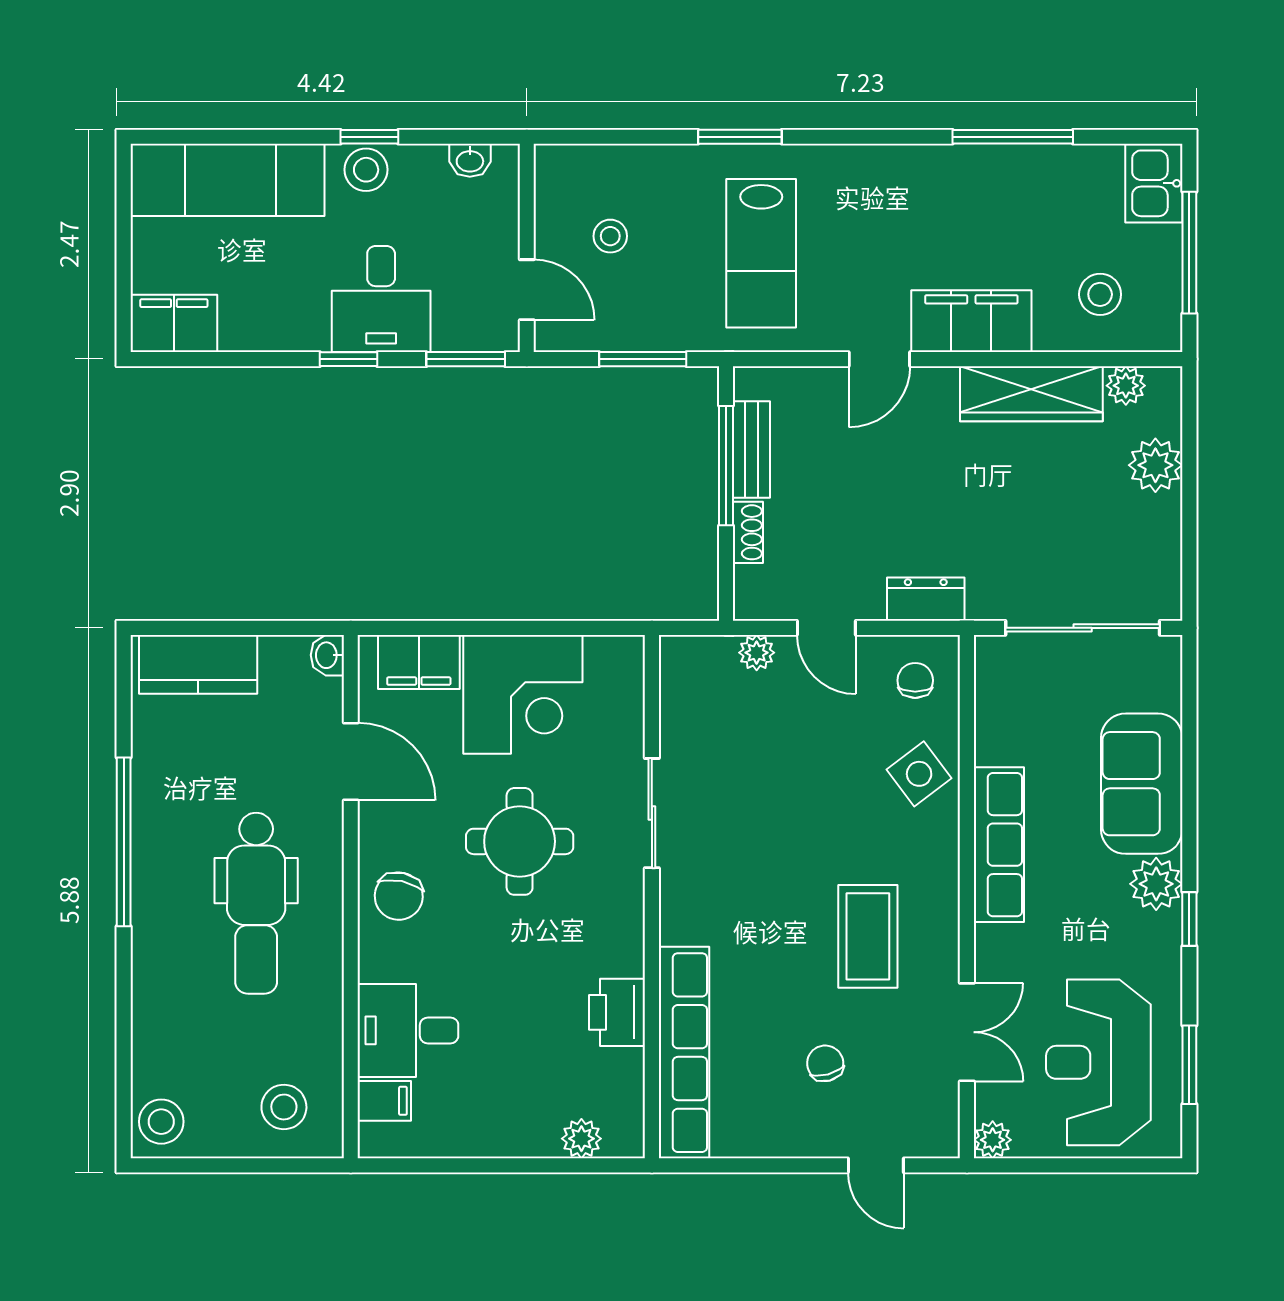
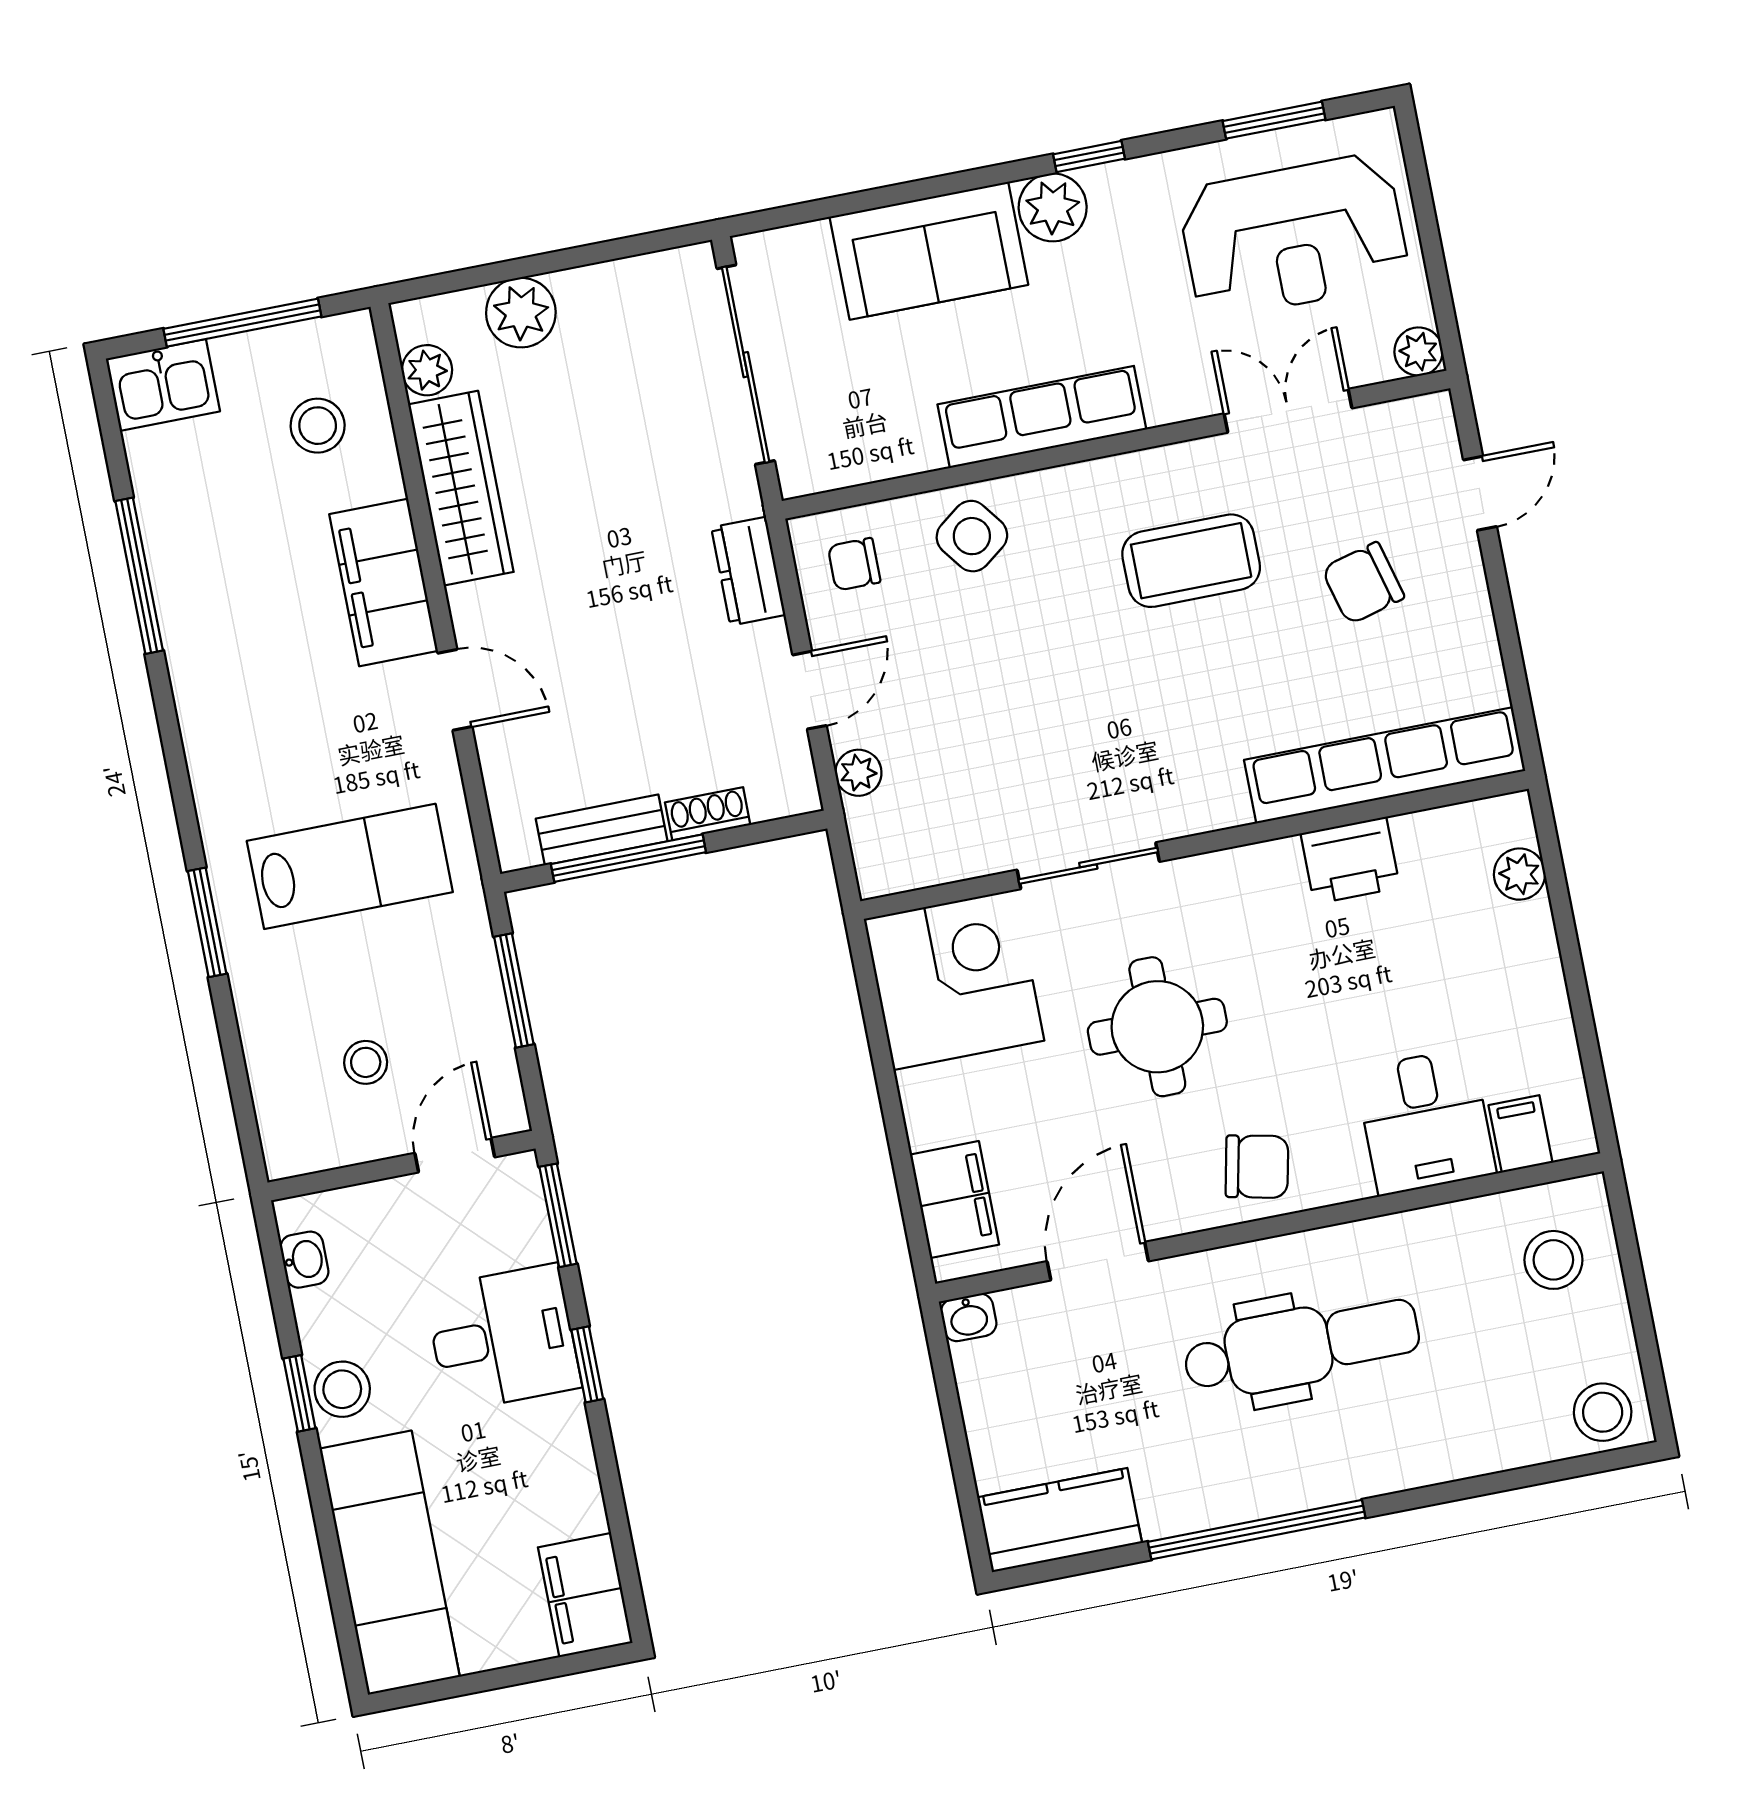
kitchen counter: (198, 664) -> (1060, 1520), moved, turned -90
corner desk: (523, 694) -> (954, 980), moved
chair: (825, 1063) -> (1363, 583), width x1.37, depth x1.37

